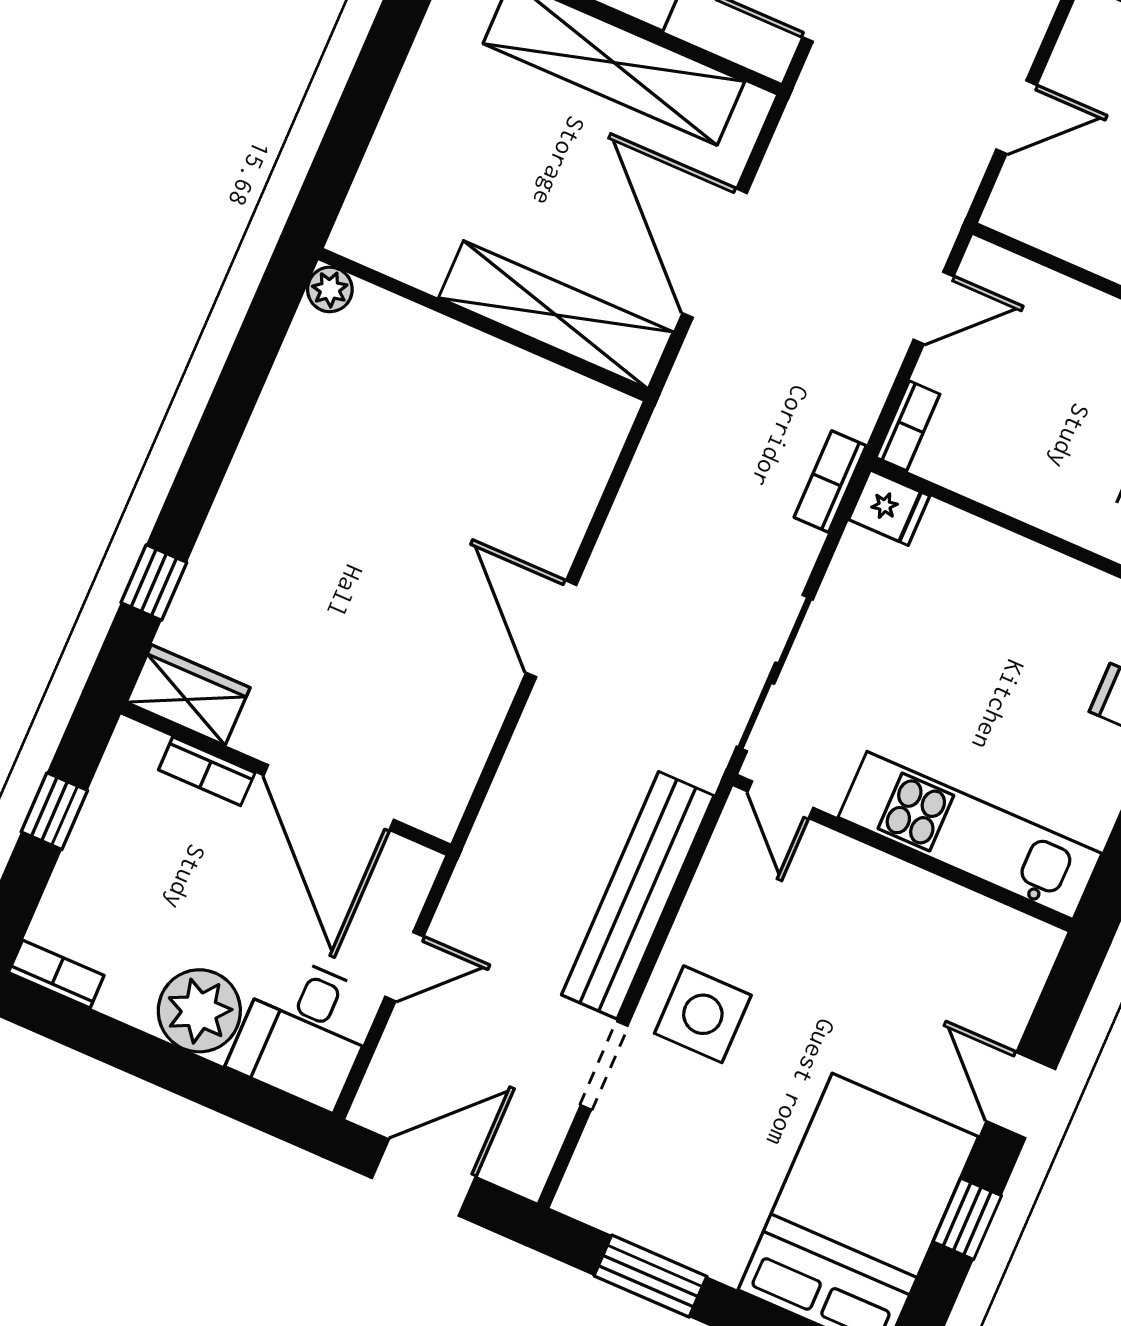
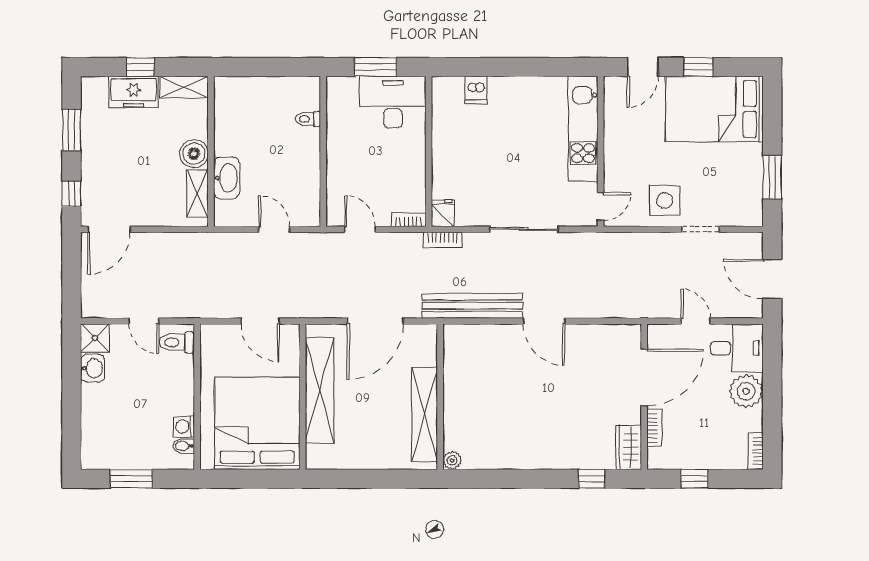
shelving: (556, 315) -> (425, 415), moved
door: (551, 629) -> (544, 321), hinge flipped
door: (780, 800) -> (601, 206), moved
kitchen unit: (970, 835) -> (583, 129), moved
wall: (903, 853) -> (601, 151), moved
bench: (638, 895) -> (472, 306), moved

